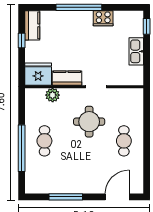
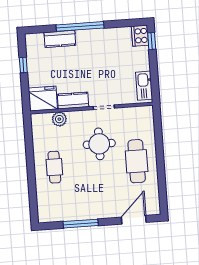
cooker: (103, 18) -> (140, 36), moved, turned 90
kitchen counter: (32, 25) -> (60, 39), moved, turned 90
kitchen sink: (136, 51) -> (144, 86), moved
cafe table: (124, 141) -> (137, 161), width x1.37, depth x1.35
window: (22, 148) -> (31, 176), removed

